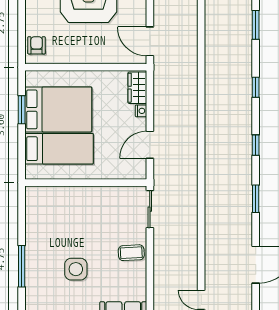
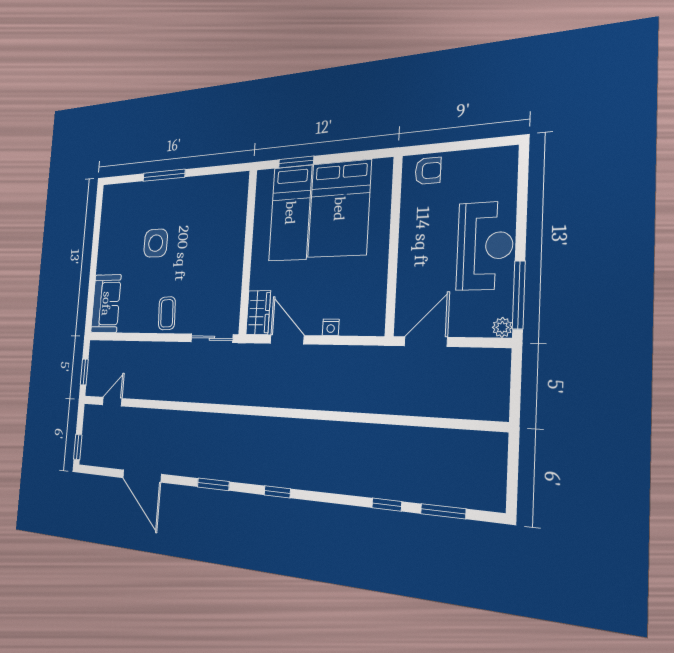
window: (256, 87) -> (387, 505), moved
wardrobe: (137, 88) -> (258, 313), moved, turned 90
window: (22, 110) -> (296, 162), moved

